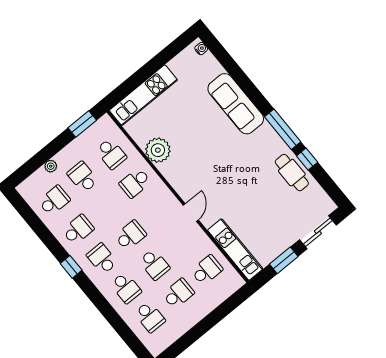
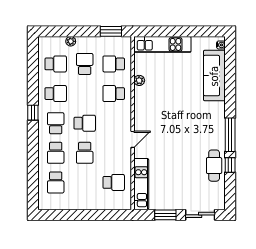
sofa: (236, 104) -> (214, 76), moved
plant: (158, 150) -> (139, 80), width x0.53, depth x0.53
school desk: (111, 154) -> (114, 64), turned 90
school desk: (178, 294) -> (85, 182), removed

